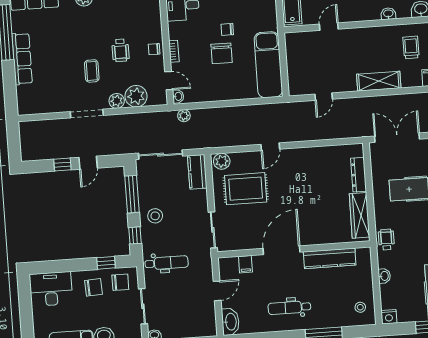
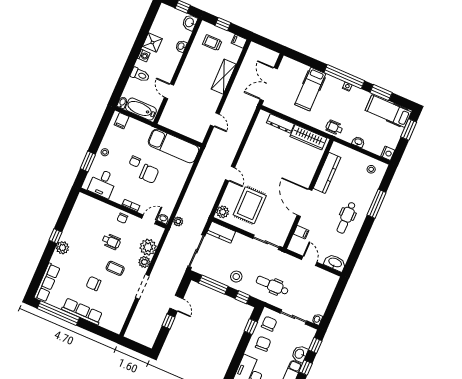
chair: (61, 55) -> (93, 284), added
dental chair: (167, 263) -> (272, 285), turned -90

